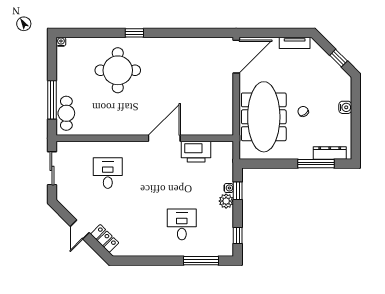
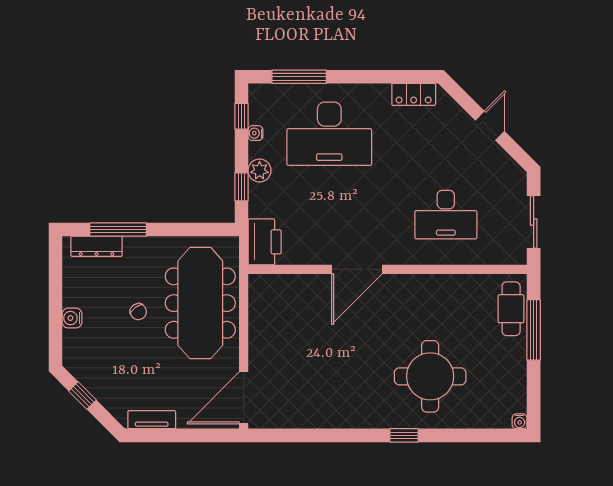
printer: (196, 152) -> (265, 242), moved, turned 90
desk: (108, 173) -> (446, 215), width x1.37
water cooler: (229, 188) -> (255, 133), moved
desk: (182, 224) -> (329, 134), width x1.87, depth x1.30
locker: (105, 238) -> (414, 94), moved, turned -45

